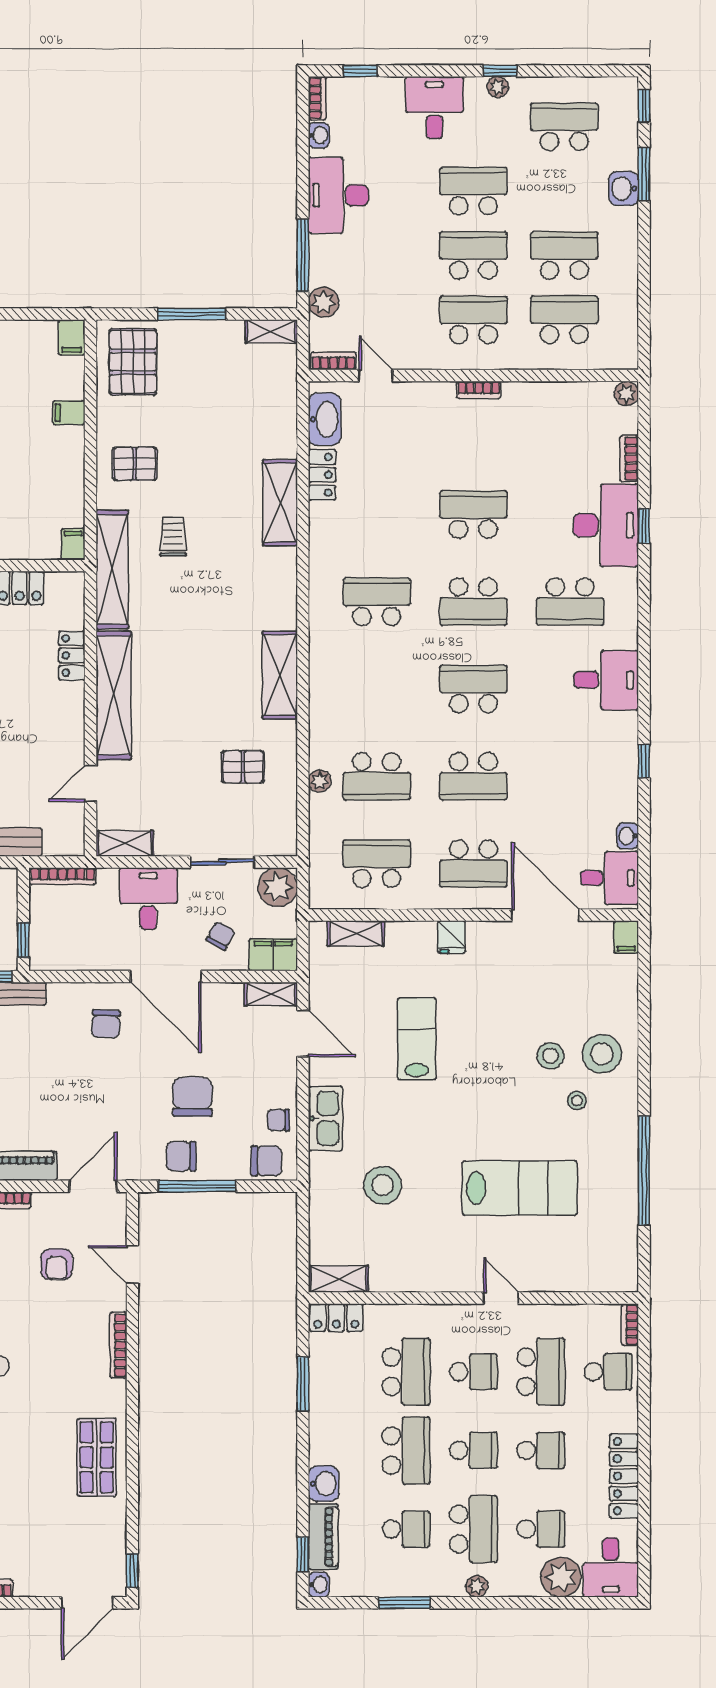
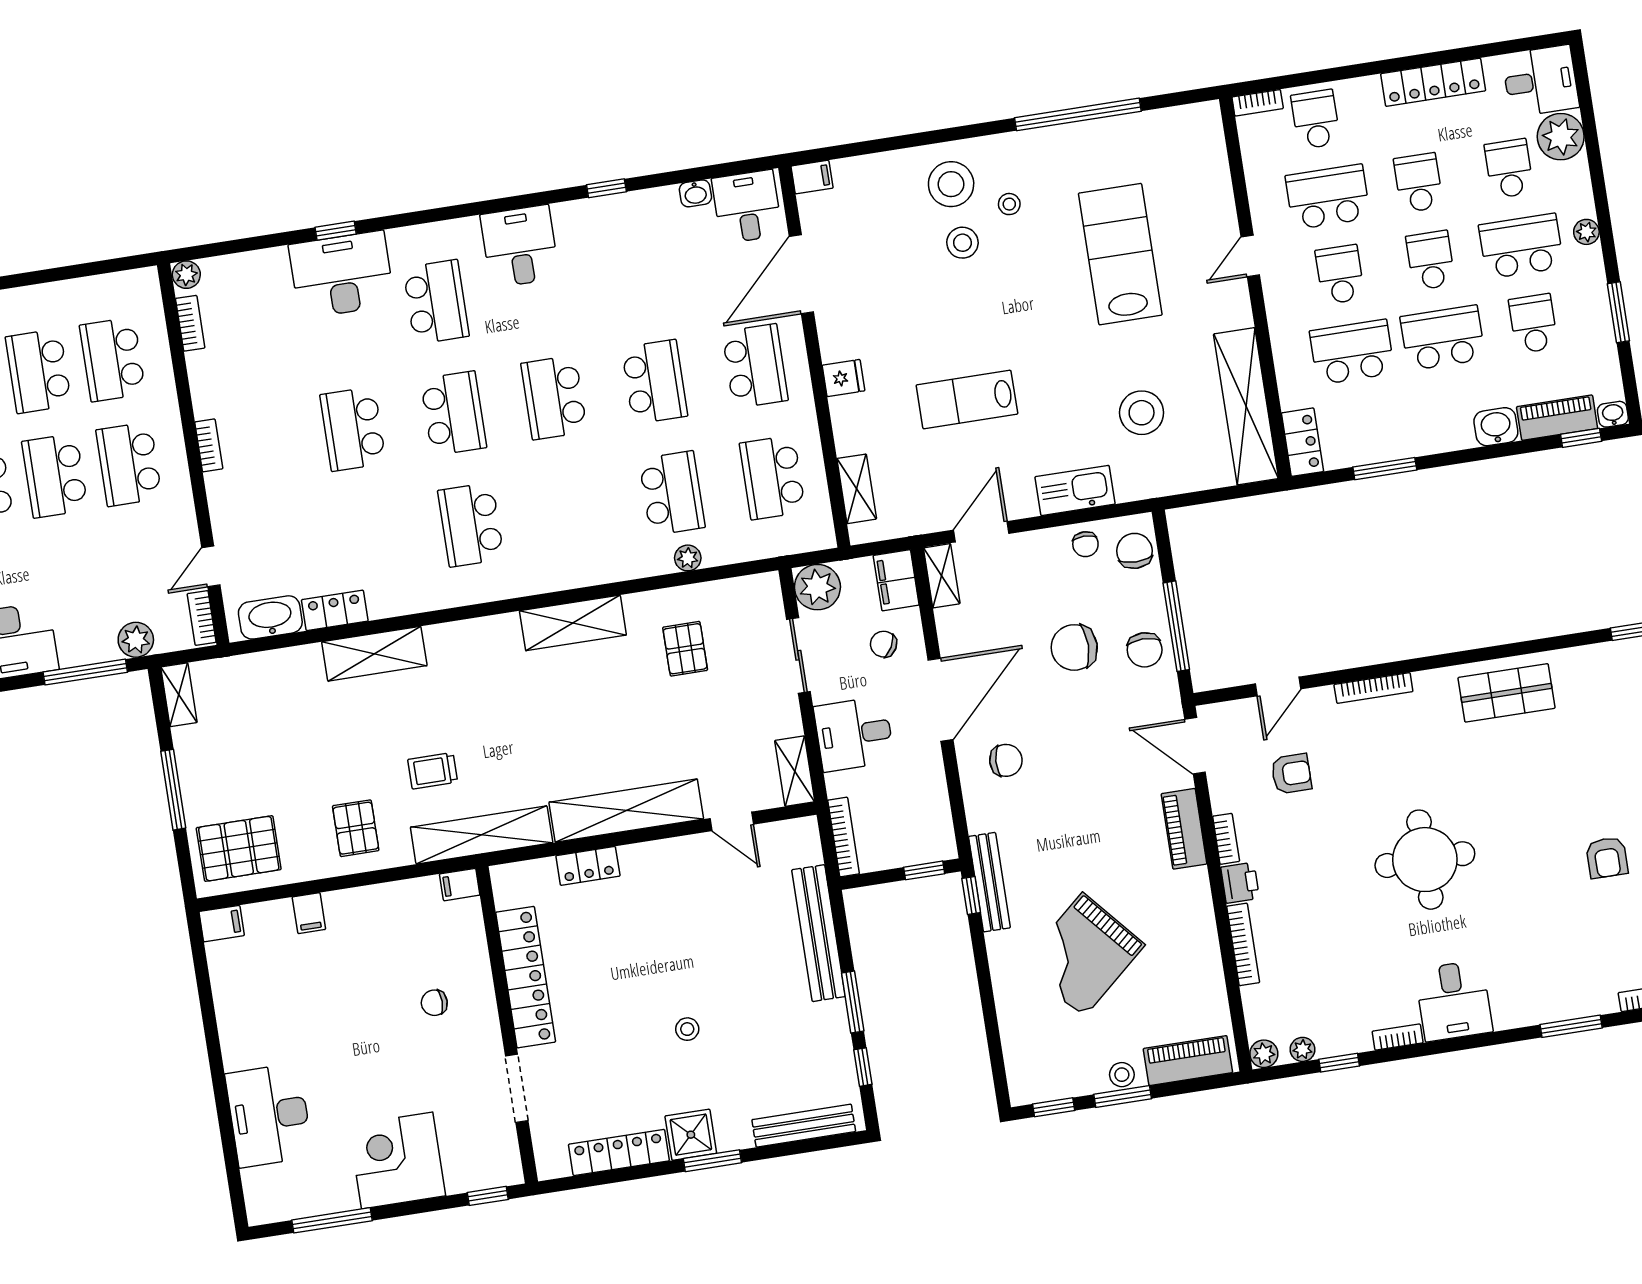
bookcase: (629, 458) -> (190, 323), moved, turned -90
shelving: (338, 1279) -> (1246, 406), width x2.20, depth x1.33

